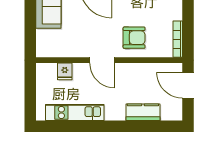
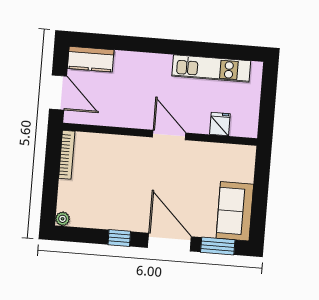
armchair: (134, 38) -> (124, 161), removed
kitchen counter: (143, 112) -> (91, 59), moved

